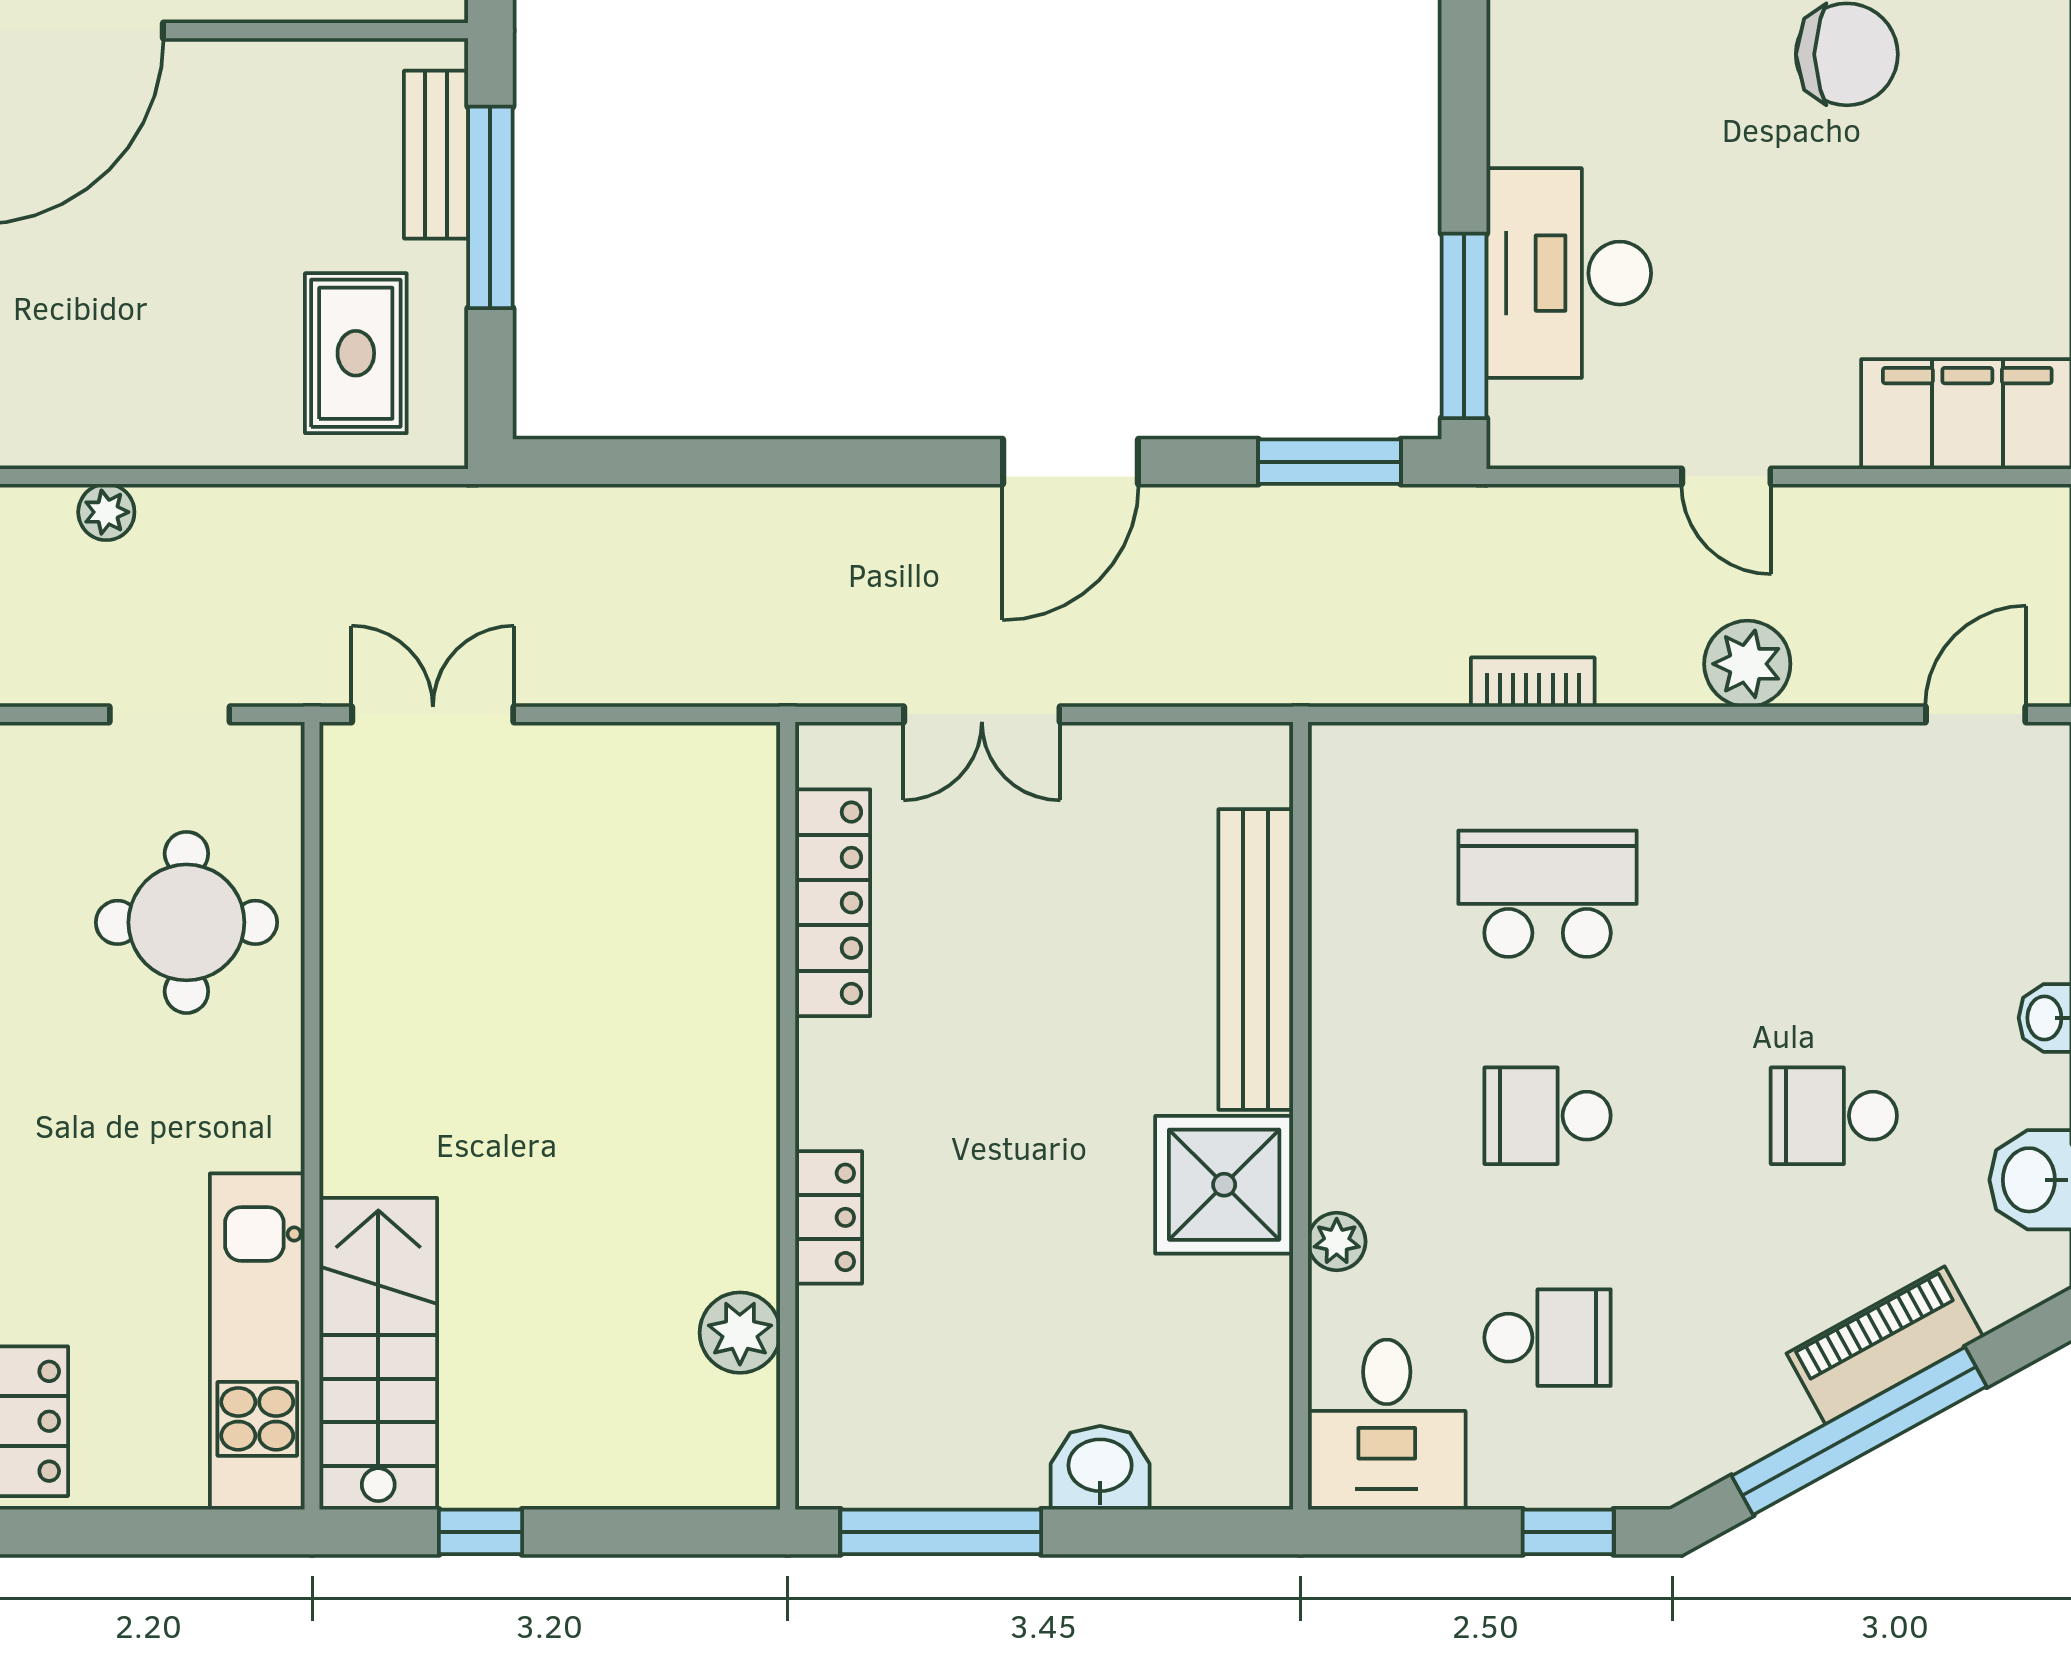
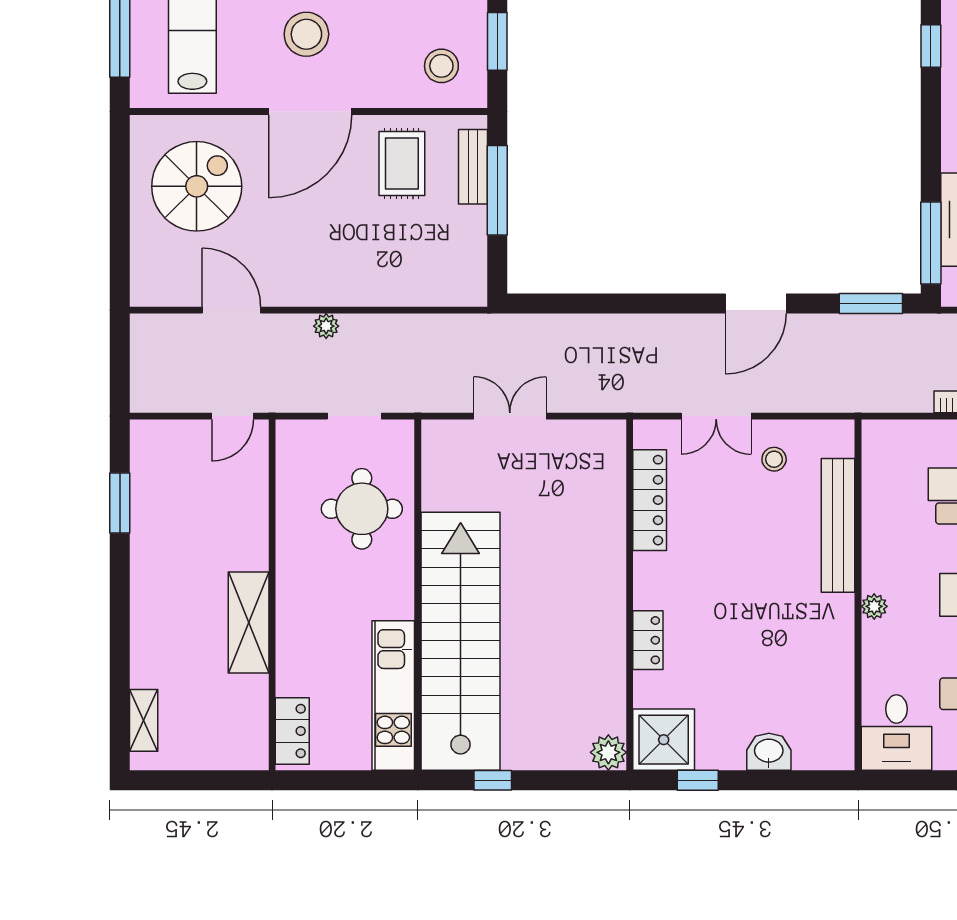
rug: (356, 353) -> (402, 164), moved
double door: (433, 714) -> (510, 416), moved
stool: (1112, 811) -> (774, 459), added
shower: (1224, 1185) -> (664, 740), moved
plant: (1337, 1242) -> (874, 606), moved
plant: (740, 1333) -> (608, 752), moved
stairs: (378, 1354) -> (461, 641), width x1.86, depth x1.51
window: (941, 1532) -> (698, 780), width x0.46

